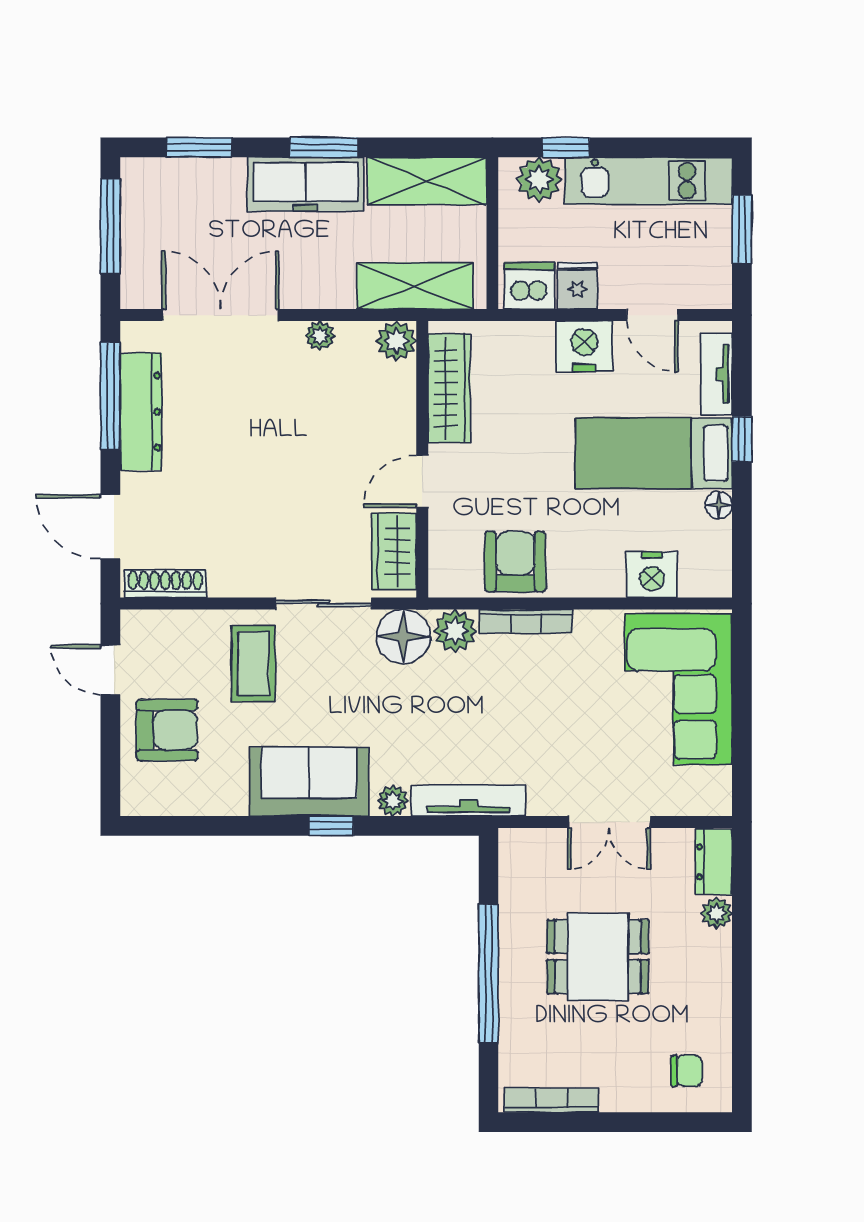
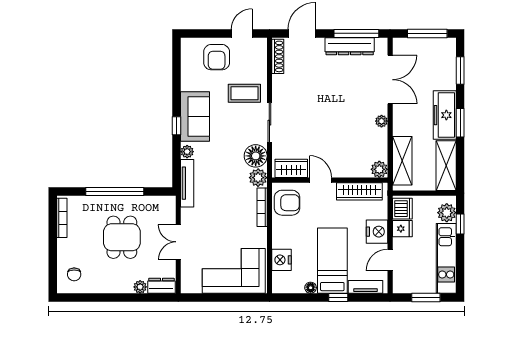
plant: (396, 341) -> (379, 169), moved
wardrobe: (449, 388) -> (359, 191), moved
wall: (422, 459) -> (330, 180), moved
door: (422, 481) -> (321, 180), moved
wardrobe: (394, 551) -> (291, 168), moved

